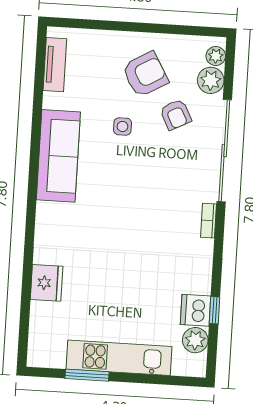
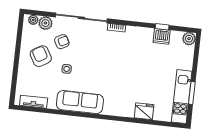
plant: (195, 340) -> (189, 39), moved
kitchen unit: (119, 358) -> (182, 97), moved

